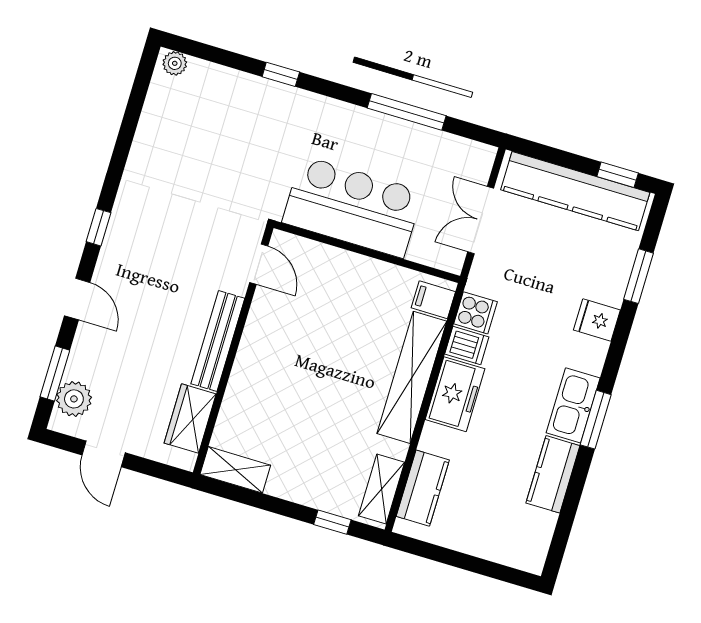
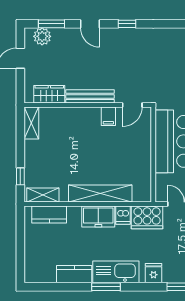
door: (77, 299) -> (90, 24), hinge flipped
filing cabinet: (433, 300) -> (108, 116), moved, turned 180
cooker: (475, 313) -> (147, 217), width x1.87, depth x1.31
kitchen sink: (573, 405) -> (116, 272), width x1.36, depth x1.24

